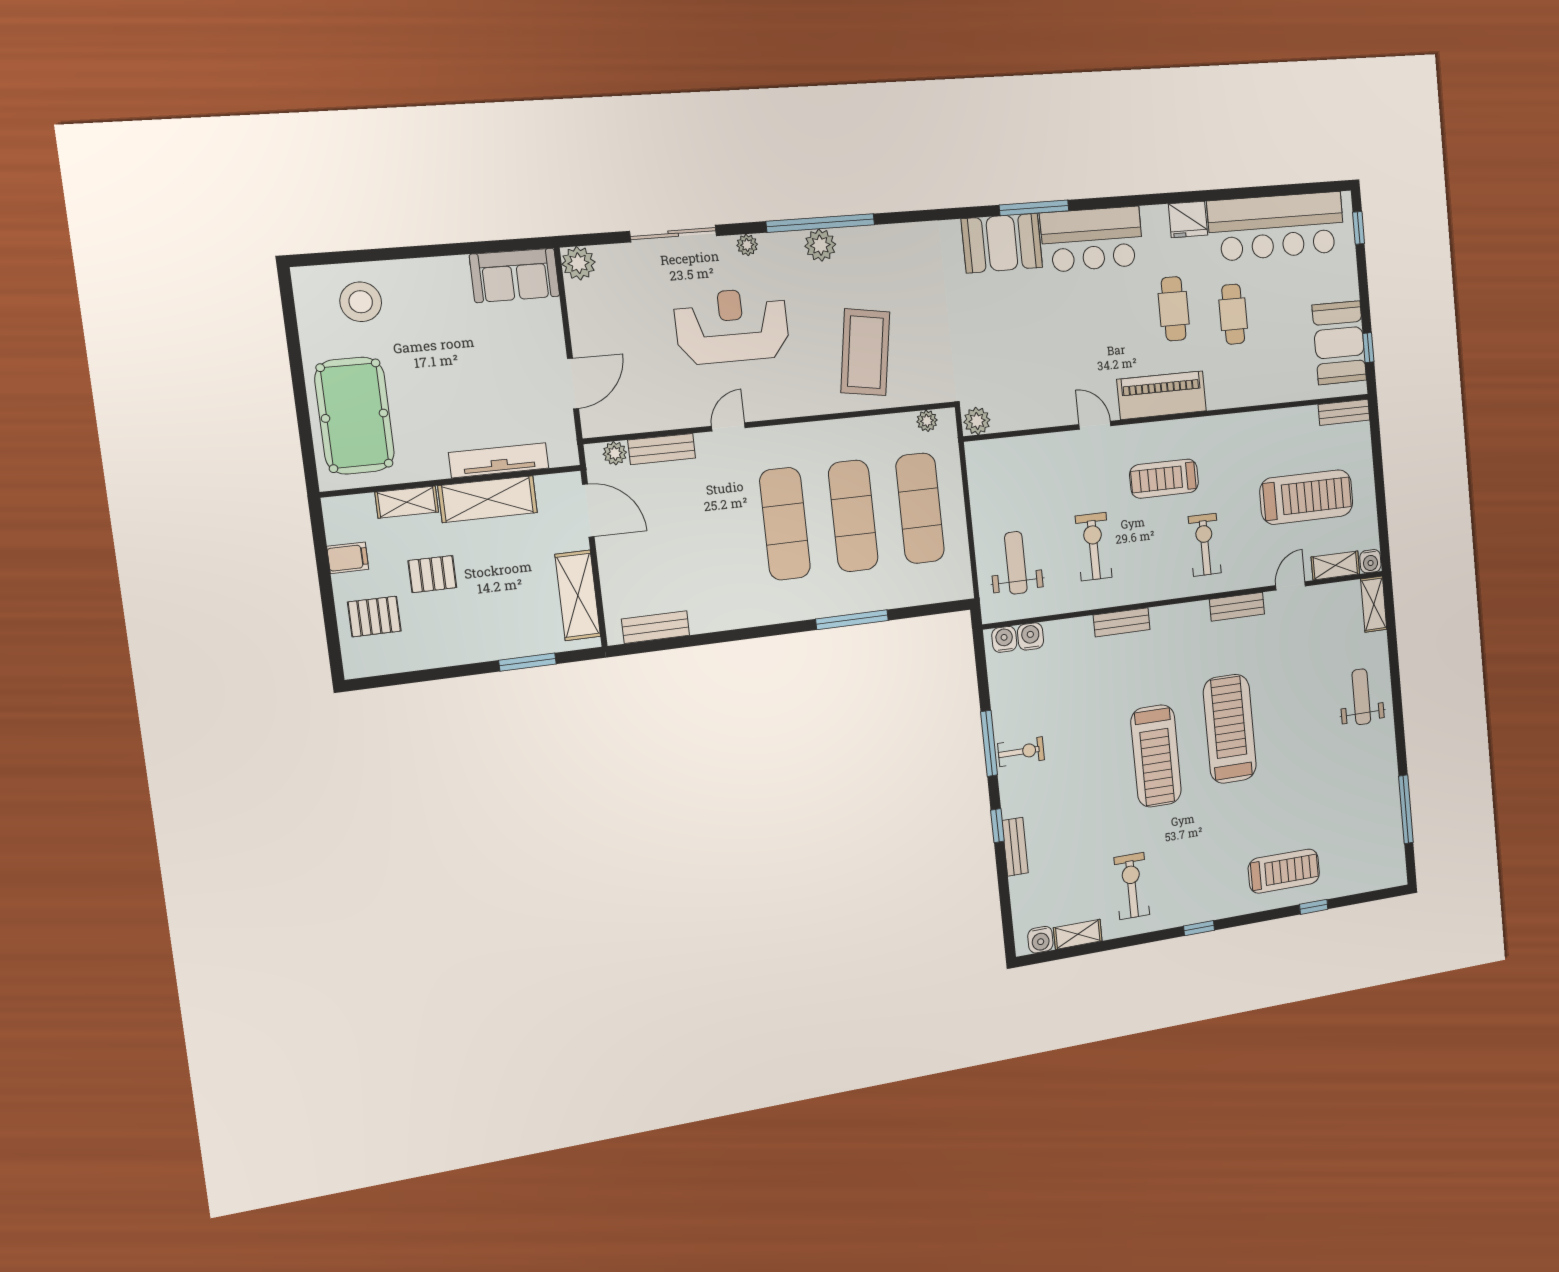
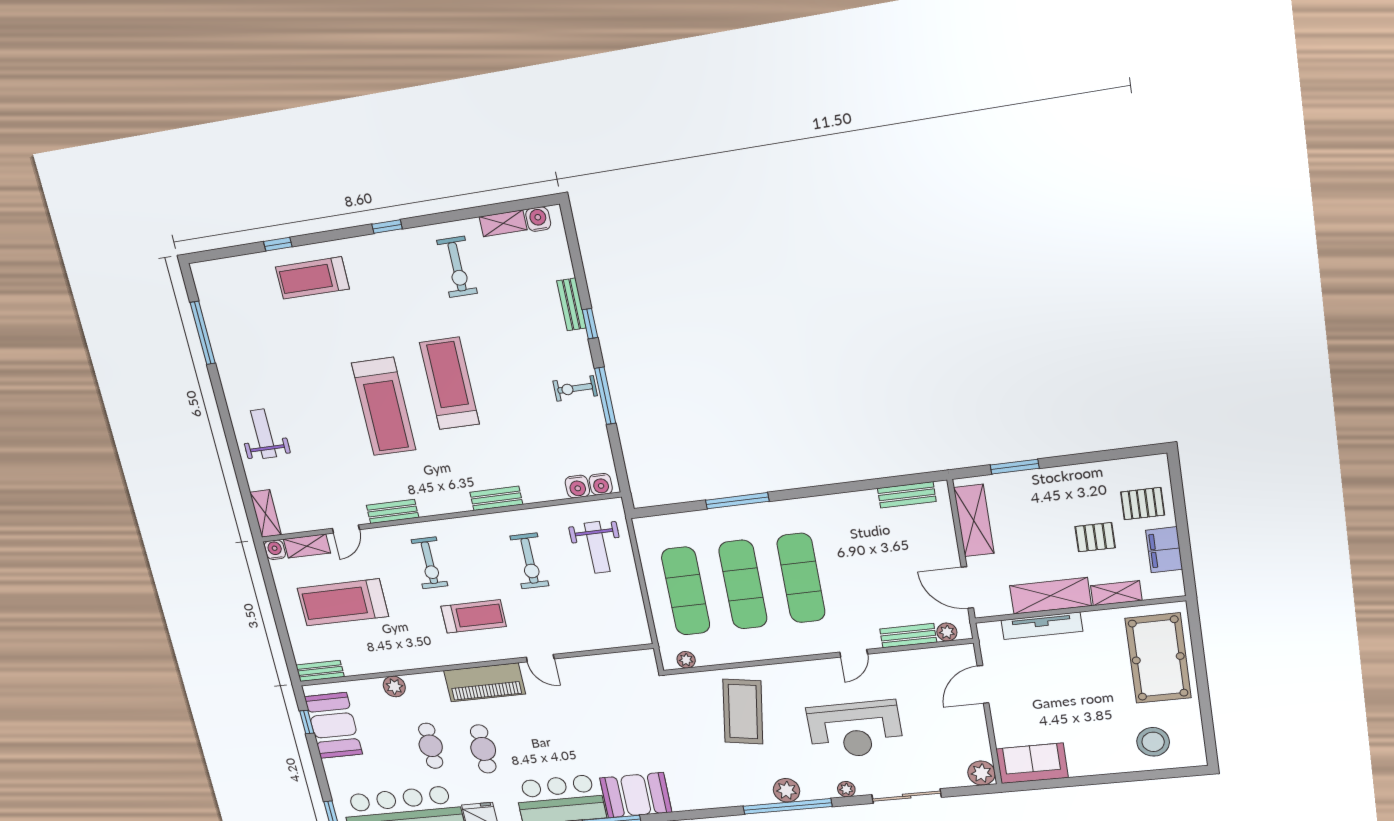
plant: (977, 421) -> (394, 686), moved
filing cabinet: (348, 558) -> (1164, 550), width x2.00
weight bench: (1361, 697) -> (263, 434), turned 180

